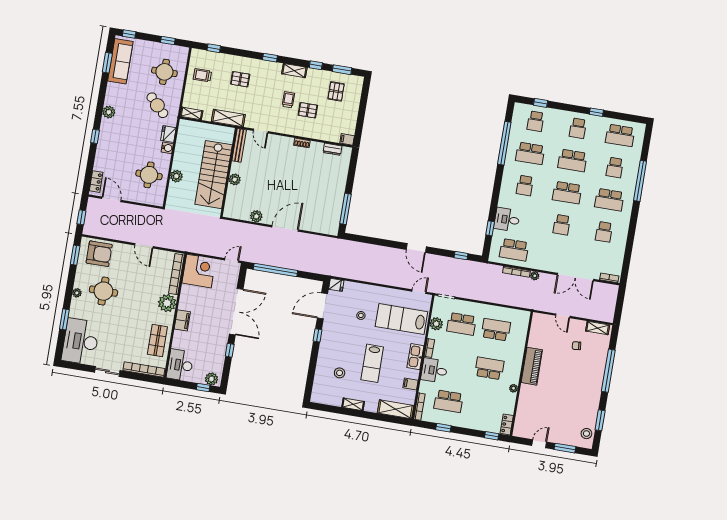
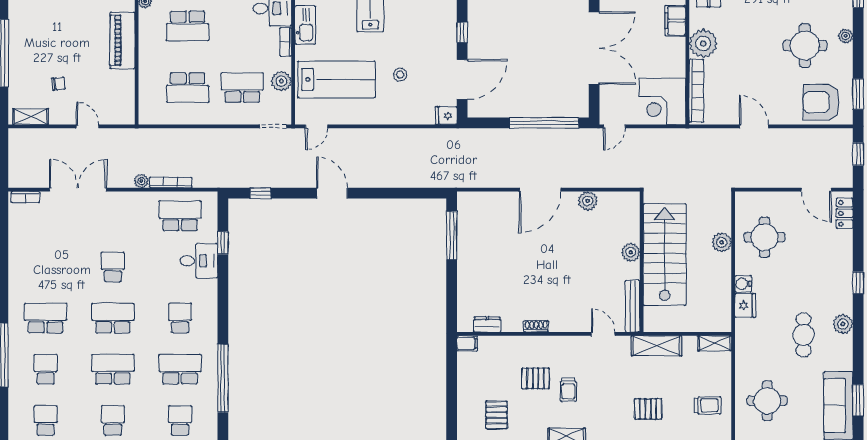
cafe table: (157, 105) -> (803, 335), moved, turned 45
school desk: (620, 135) -> (46, 420), width x0.54
school desk: (604, 232) -> (46, 267), removed
double door: (236, 312) -> (594, 48), swing flipped

